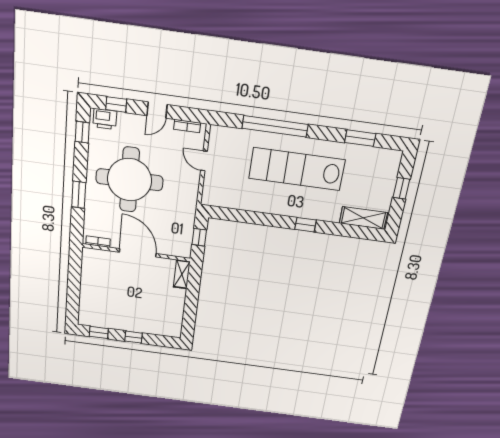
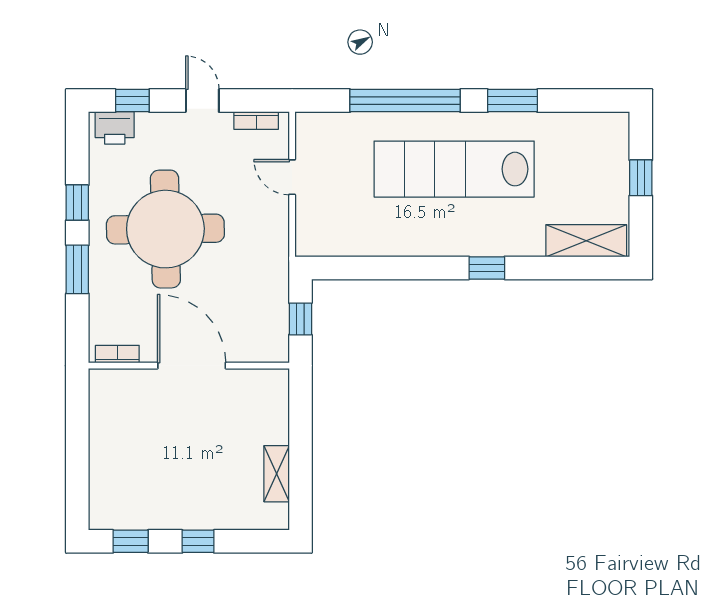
door: (157, 110) -> (202, 101), swing flipped
window: (82, 132) -> (77, 203), moved
window: (360, 138) -> (512, 101), moved
shelving: (182, 274) -> (277, 474), moved

